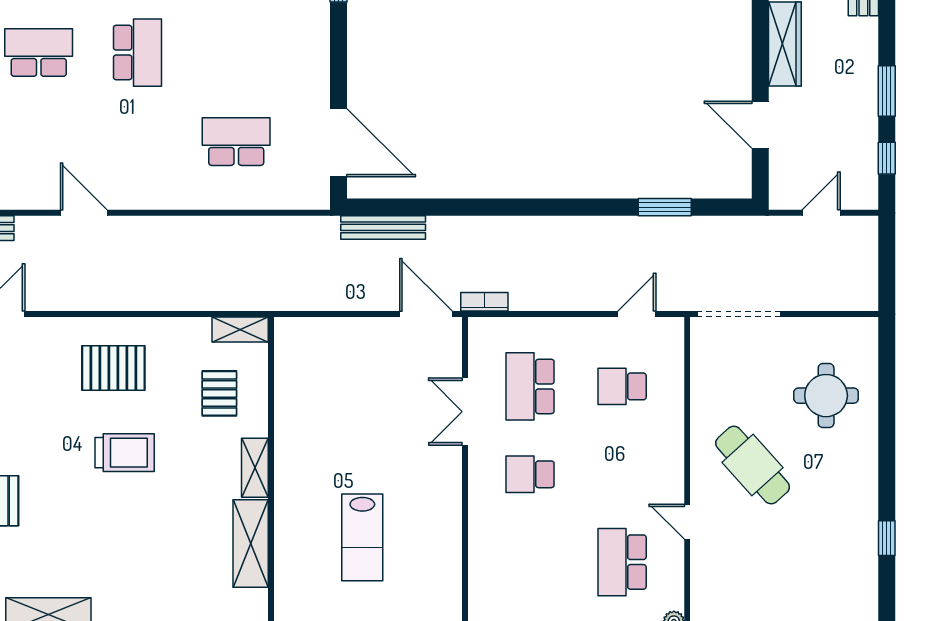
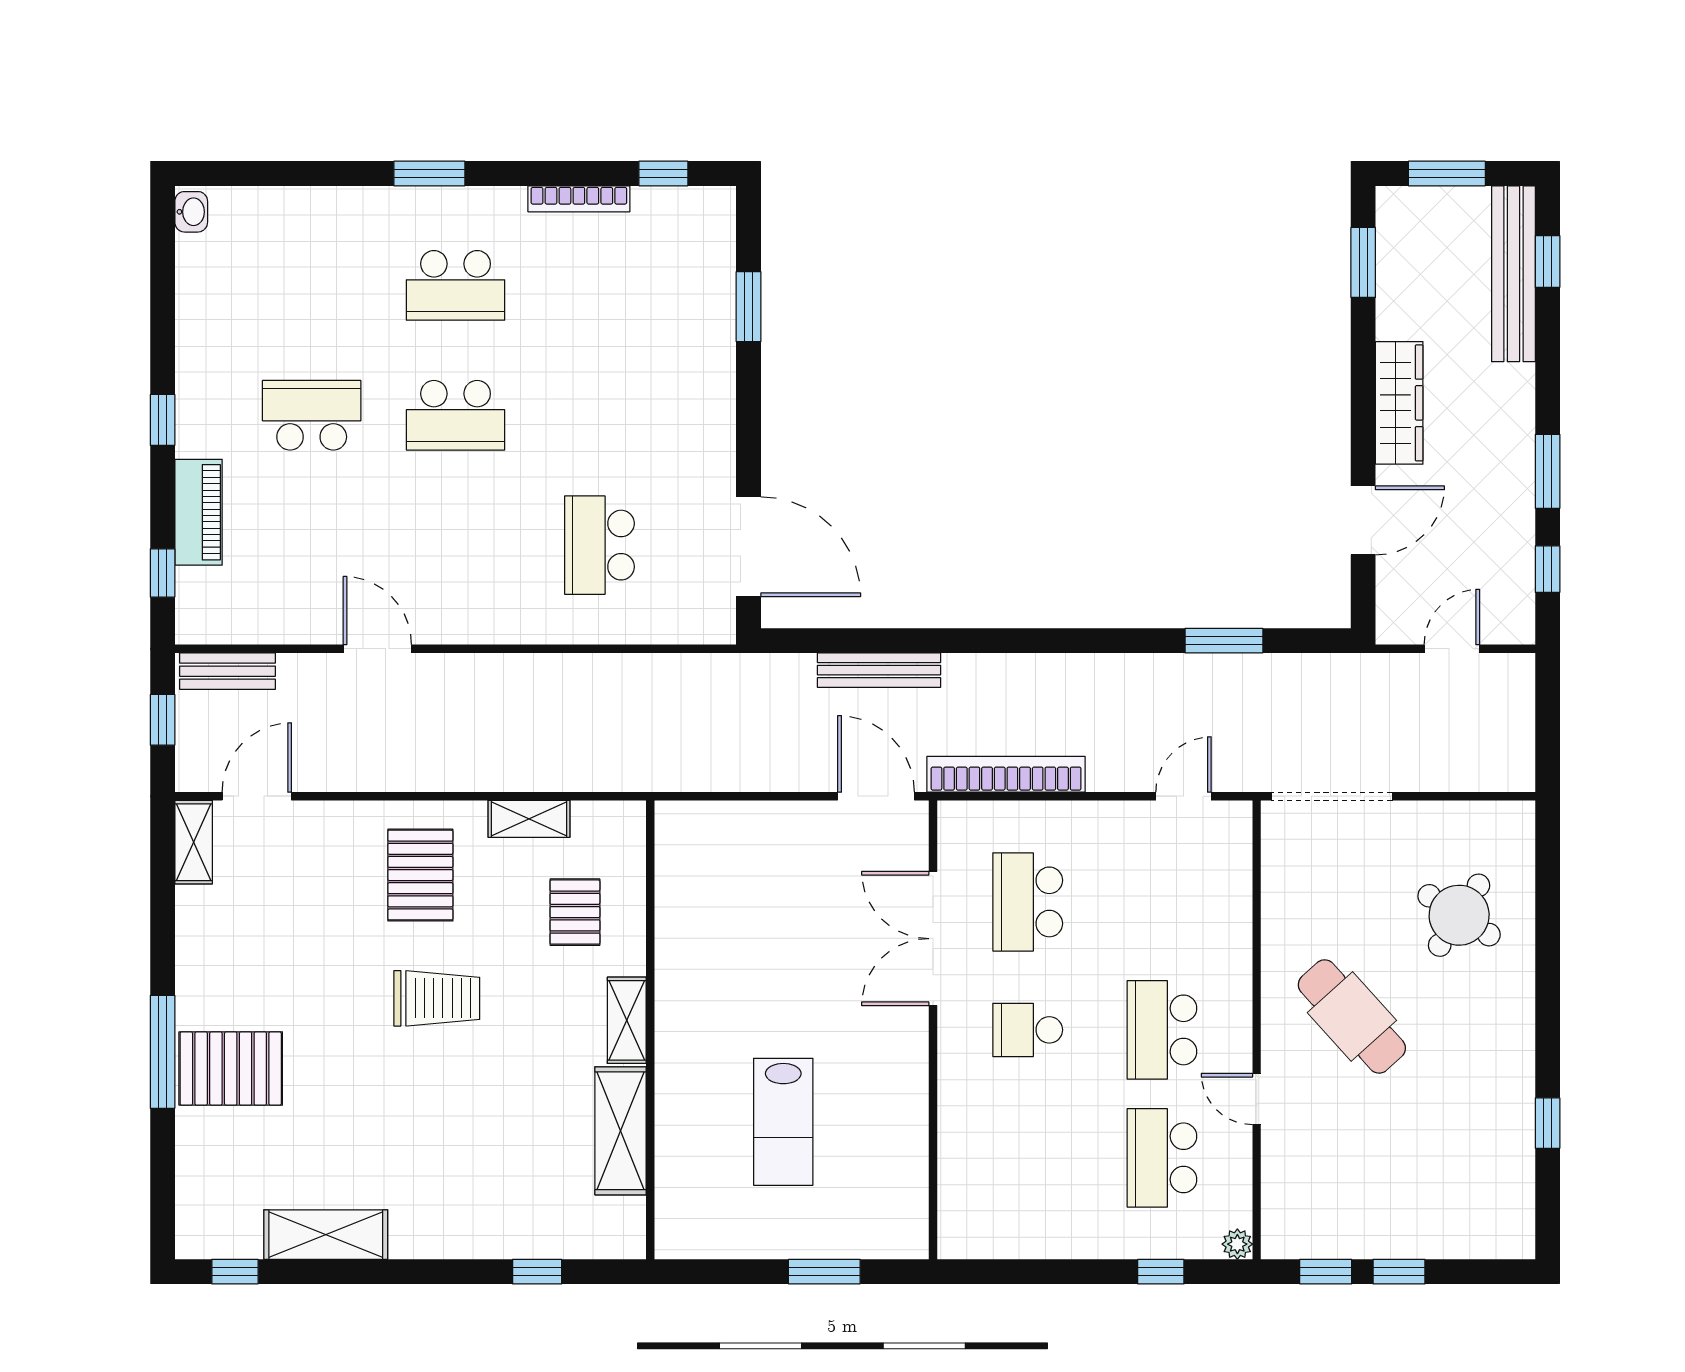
school desk: (137, 53) -> (456, 415), turned 90
door: (760, 125) -> (1363, 520), swing flipped
school desk: (236, 142) -> (599, 545), turned -90
bench: (383, 227) -> (879, 670), moved
bookcase: (484, 302) -> (1006, 774), width x2.31, depth x1.31
shelving: (240, 329) -> (529, 819), moved
pallet: (113, 368) -> (420, 875), turned 90
school desk: (622, 386) -> (1162, 1030), moved, width x1.85
round table: (826, 396) -> (1459, 915), turned 33
double door: (465, 412) -> (933, 939), width x1.37

